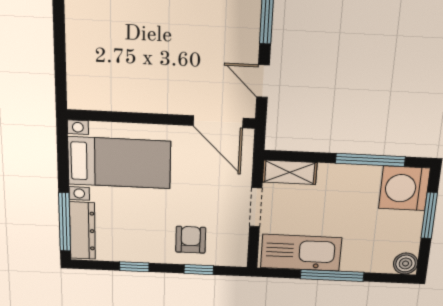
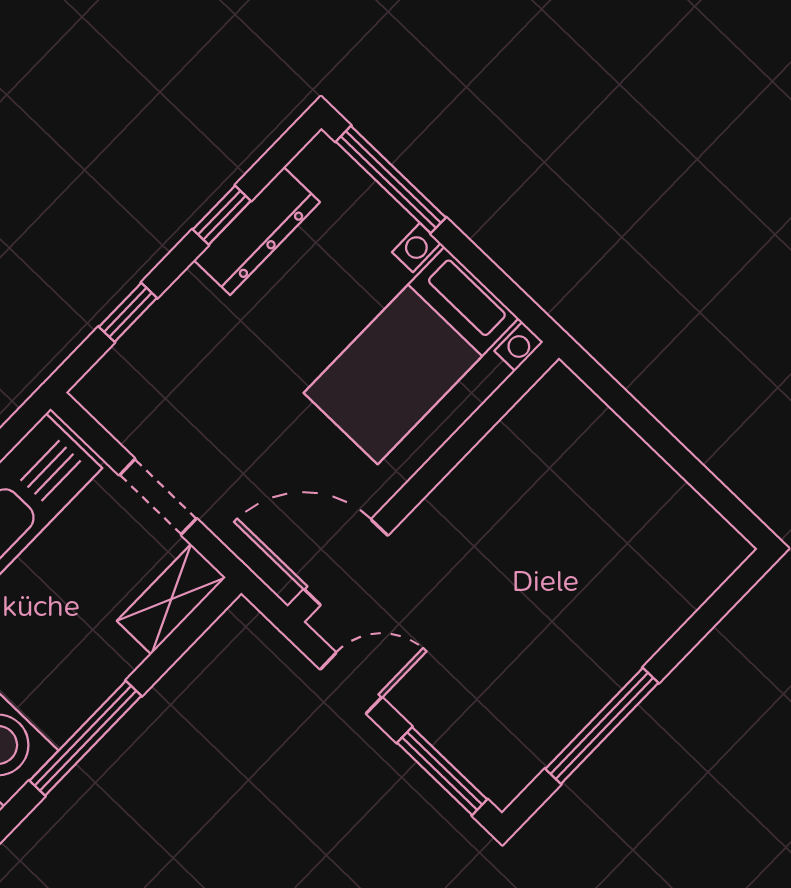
dresser: (82, 231) -> (257, 231), moved, turned -90
armchair: (191, 240) -> (191, 347), removed

